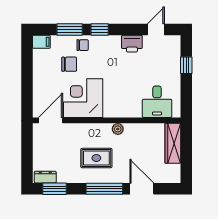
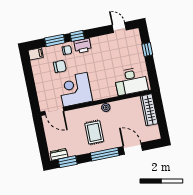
door: (156, 30) -> (119, 28), hinge flipped
printer: (132, 44) -> (83, 46), moved
desk: (157, 102) -> (131, 81), width x1.37
door: (50, 120) -> (54, 111), swing flipped
rug: (96, 158) -> (94, 132), turned 90

